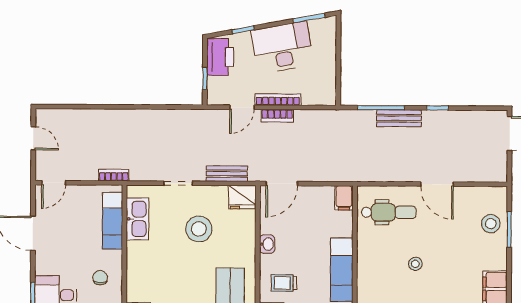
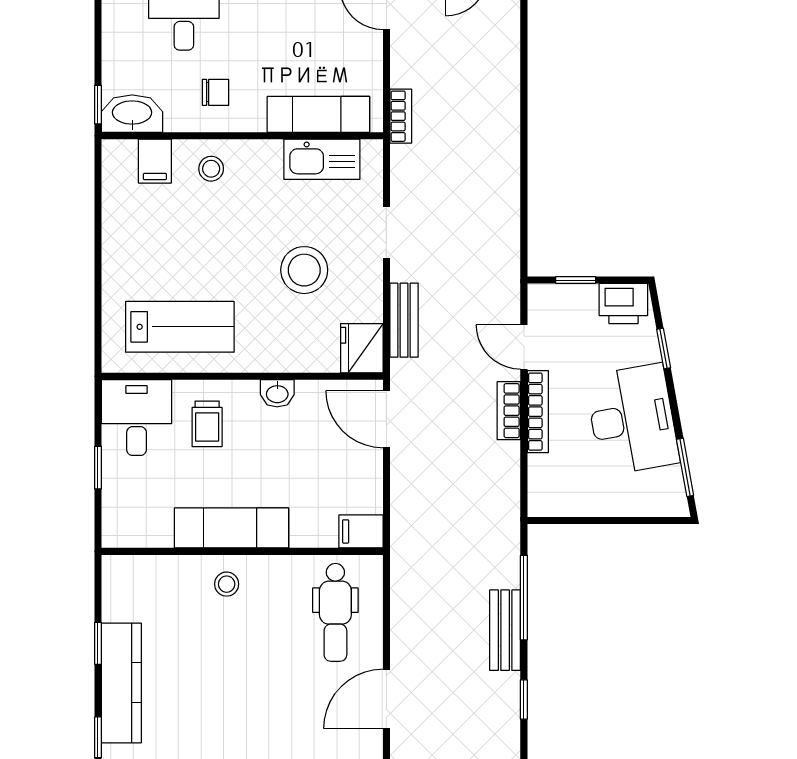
printer: (220, 57) -> (623, 304), width x0.73, depth x0.84
stool: (415, 264) -> (227, 584), moved
stool: (142, 280) -> (211, 169), added
trolley: (284, 283) -> (207, 424), turned 180

